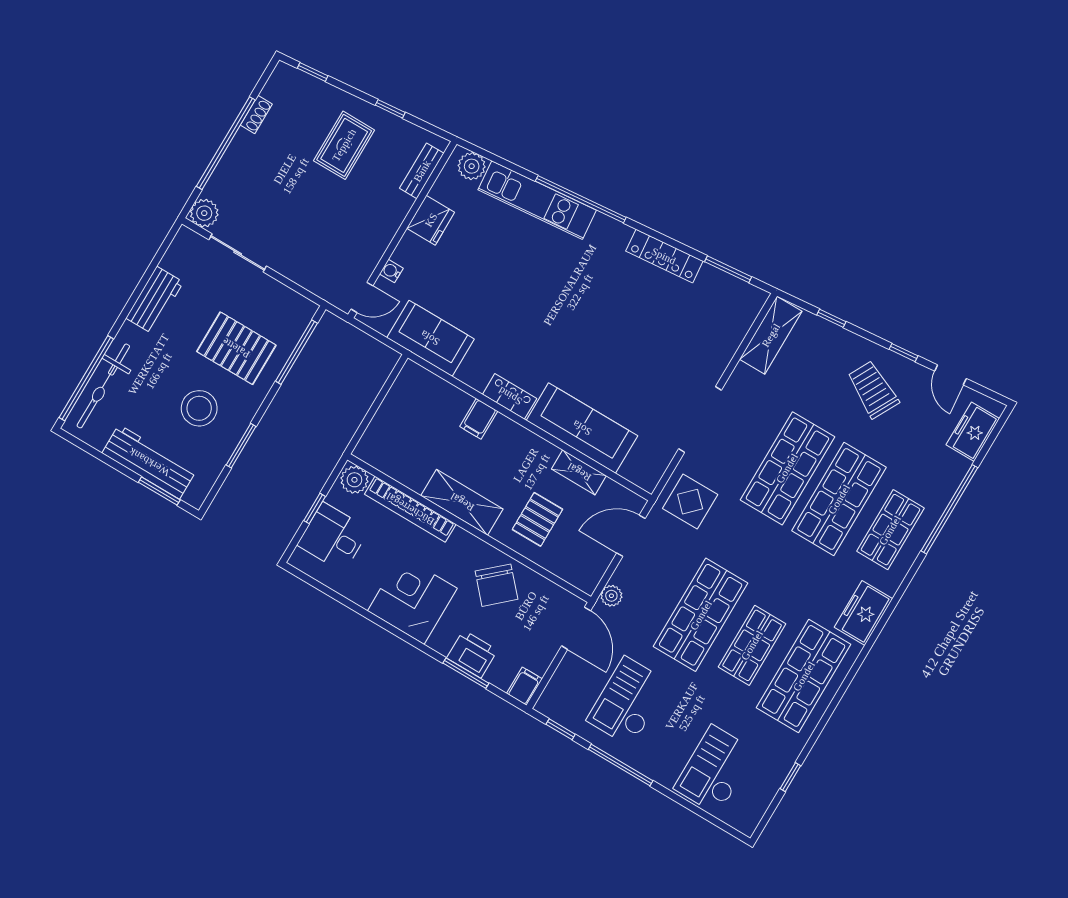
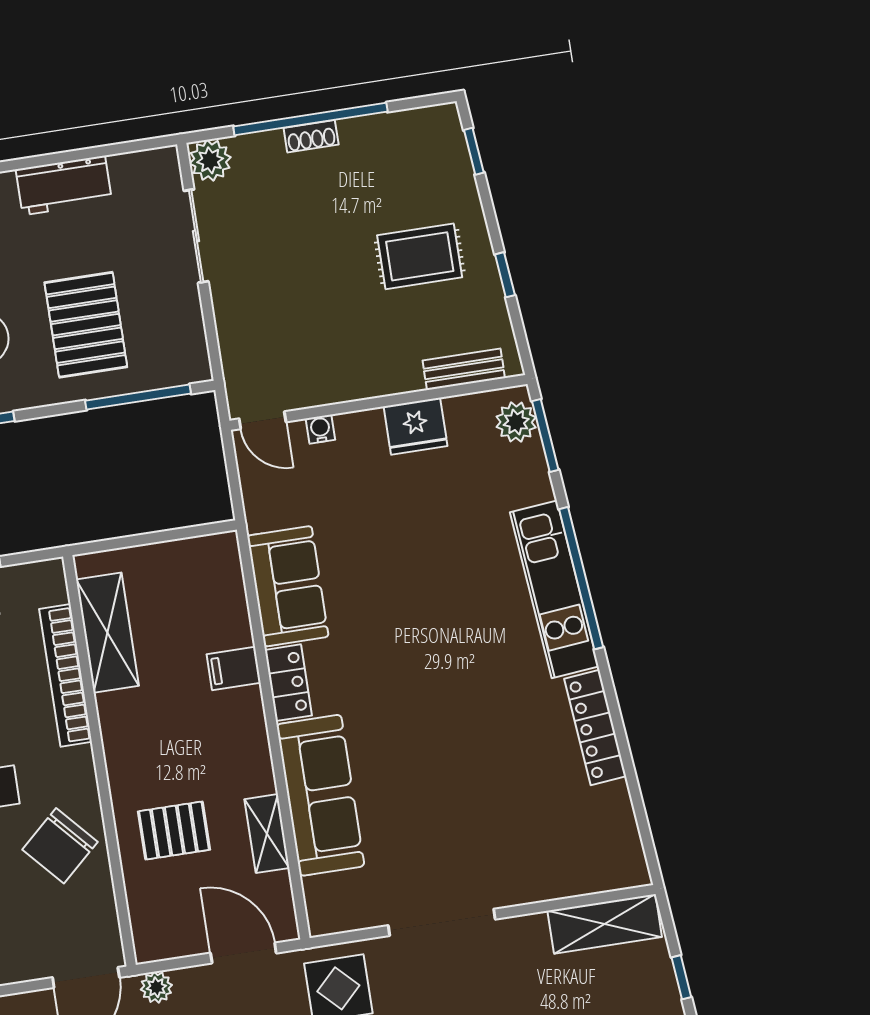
shoe rack: (256, 114) -> (311, 136), moved
kitchen unit: (537, 200) -> (554, 589), moved
window: (728, 269) -> (545, 435), moved
sofa: (430, 338) -> (288, 586), moved
plant: (354, 480) -> (47, 584), removed
shelving: (462, 502) -> (107, 633), moved

